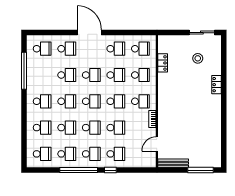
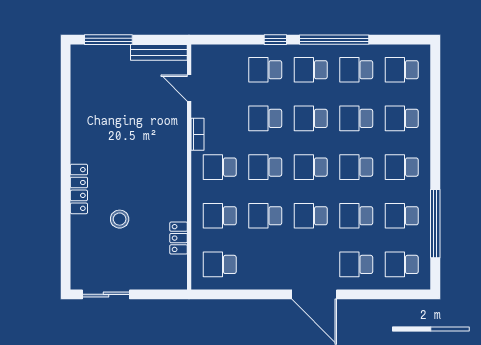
school desk: (116, 49) -> (402, 216), moved
stool: (198, 58) -> (120, 219), moved
locker: (216, 85) -> (79, 189), width x1.53
door: (157, 144) -> (189, 88), swing flipped

